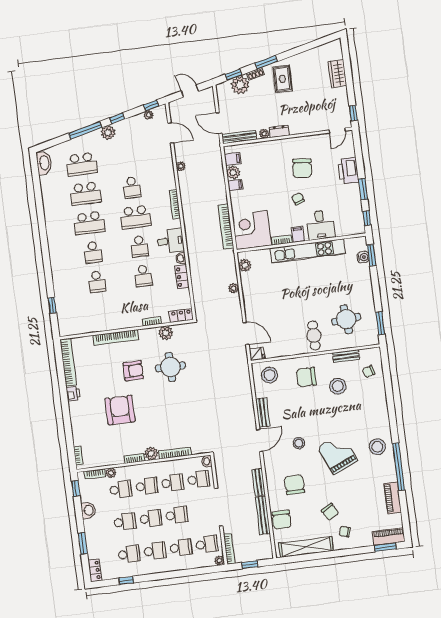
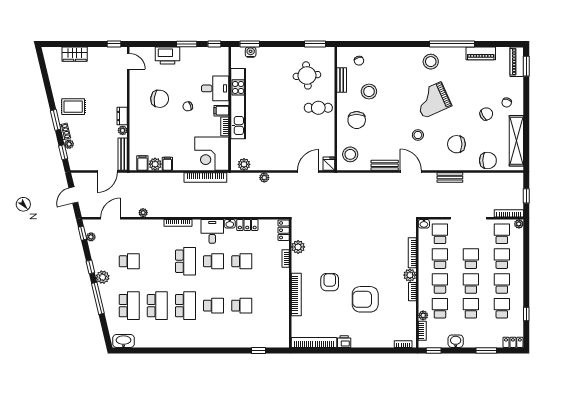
plant: (240, 85) -> (69, 144), width x0.53, depth x0.53
school desk: (132, 188) -> (129, 261), moved
round table: (170, 367) -> (331, 247), removed
bench: (263, 515) -> (481, 178), removed

